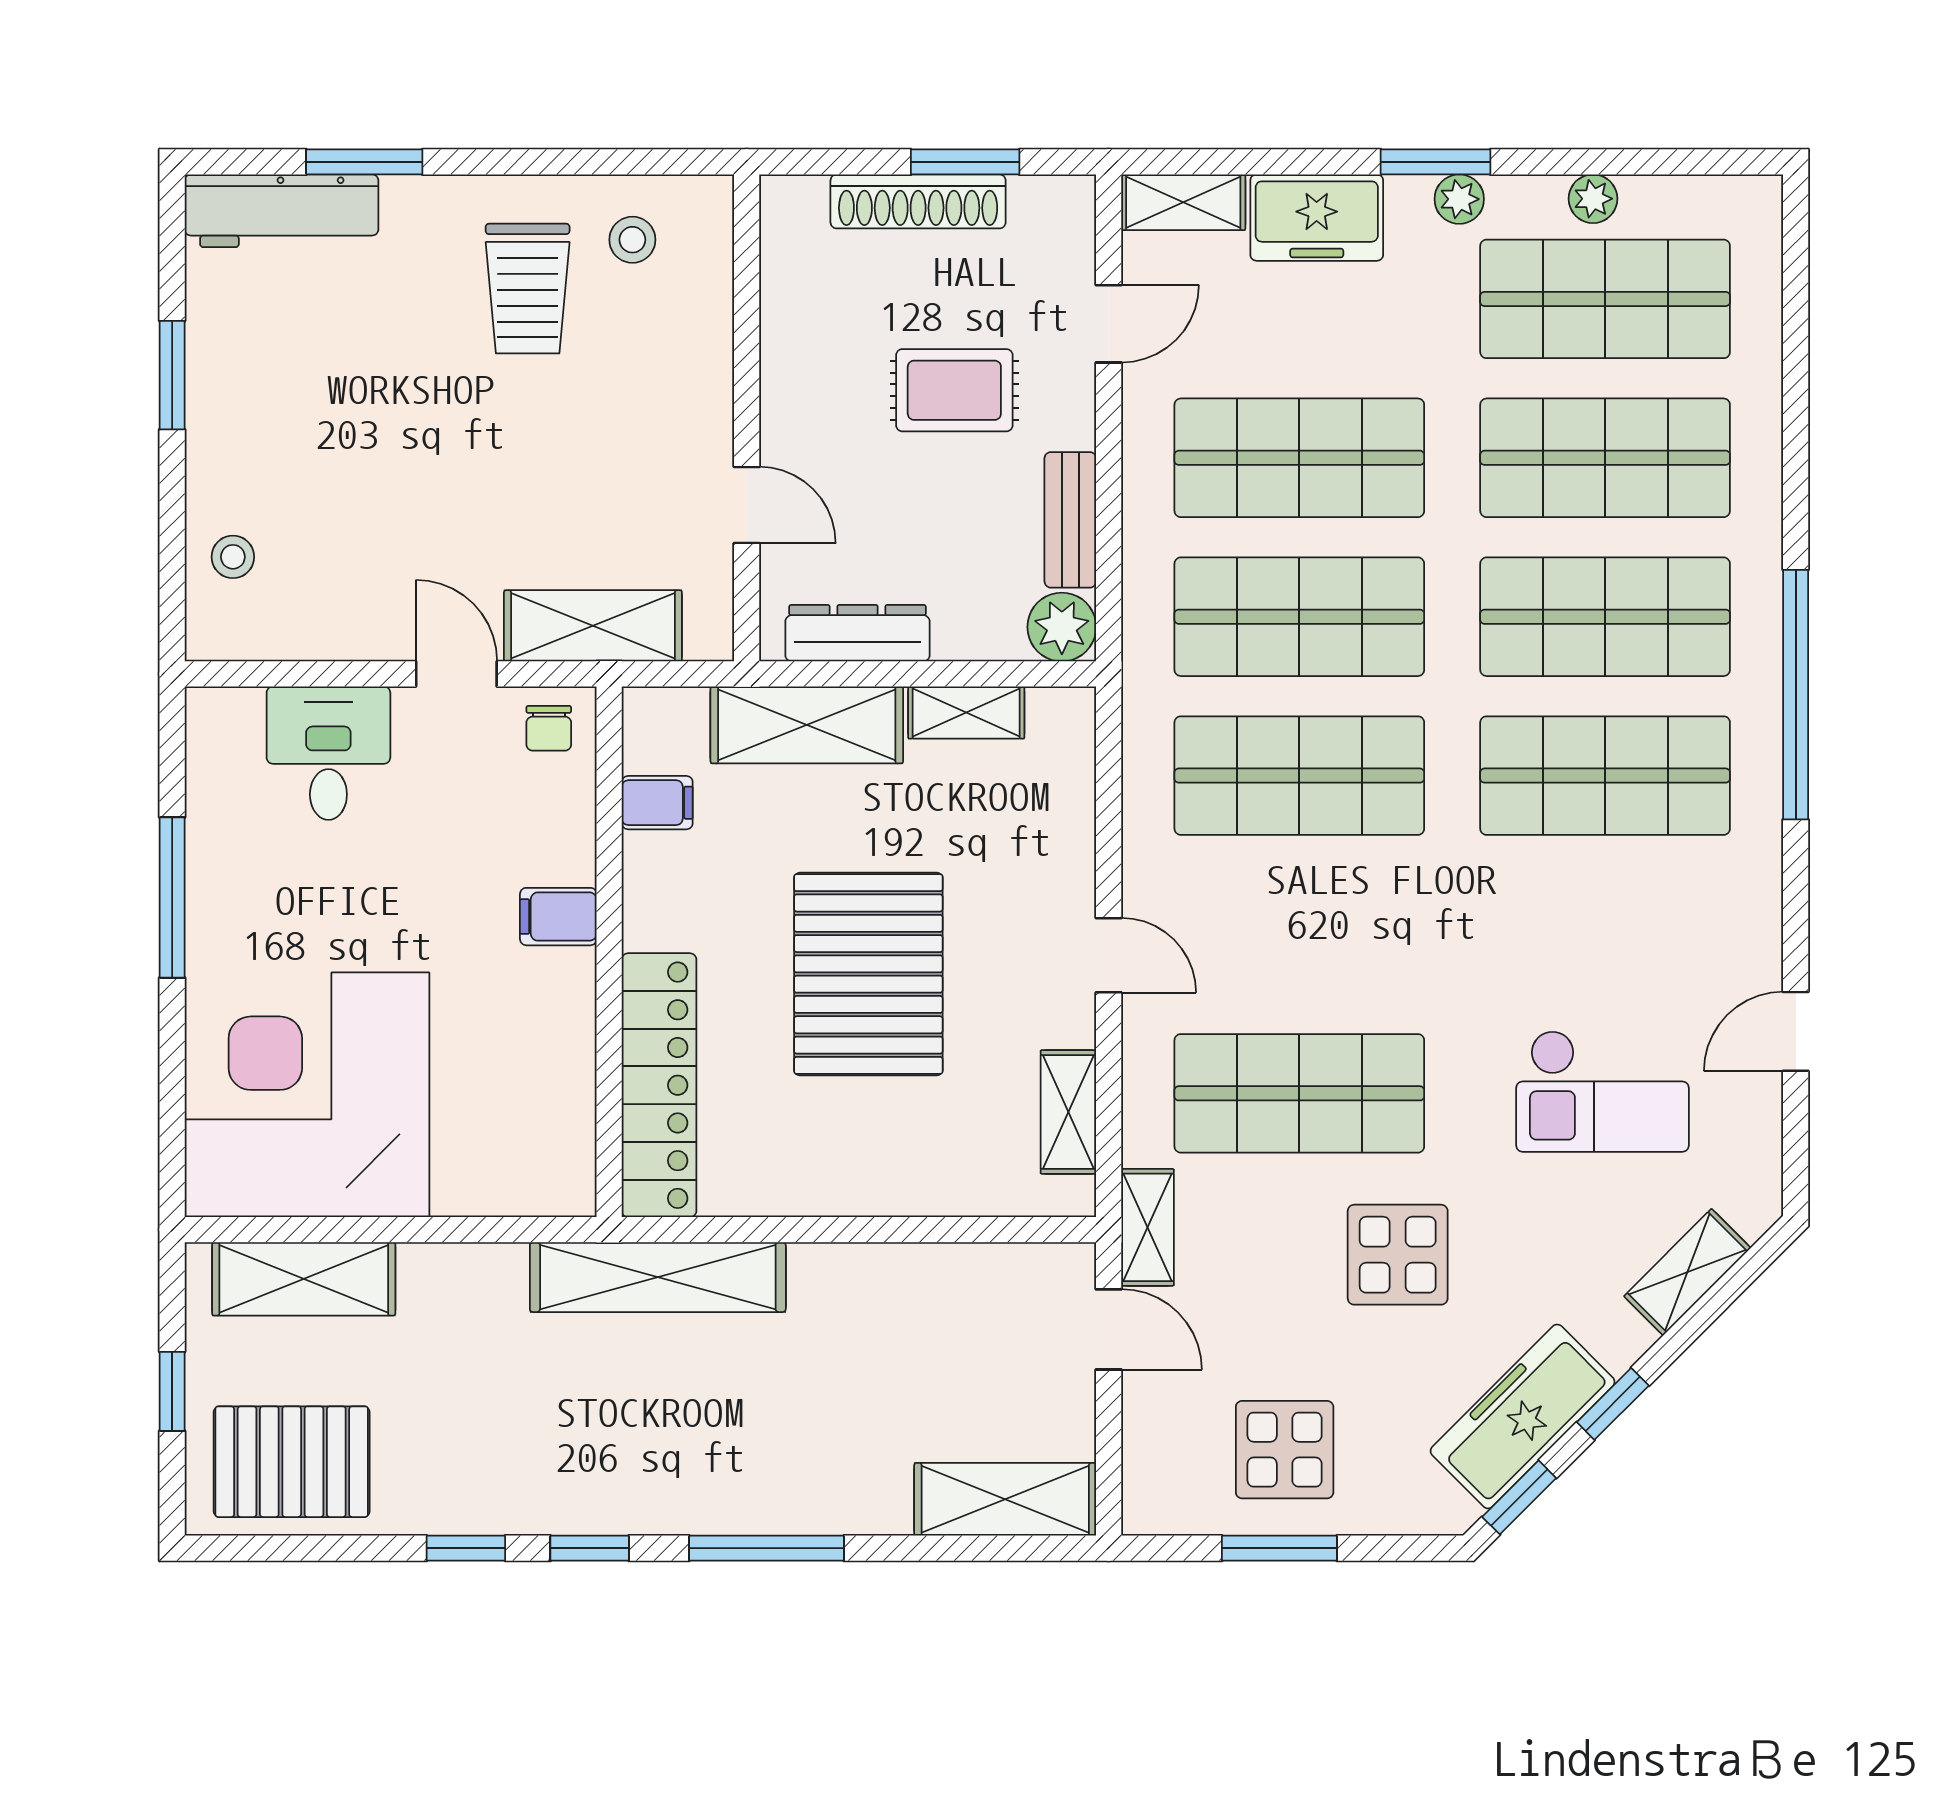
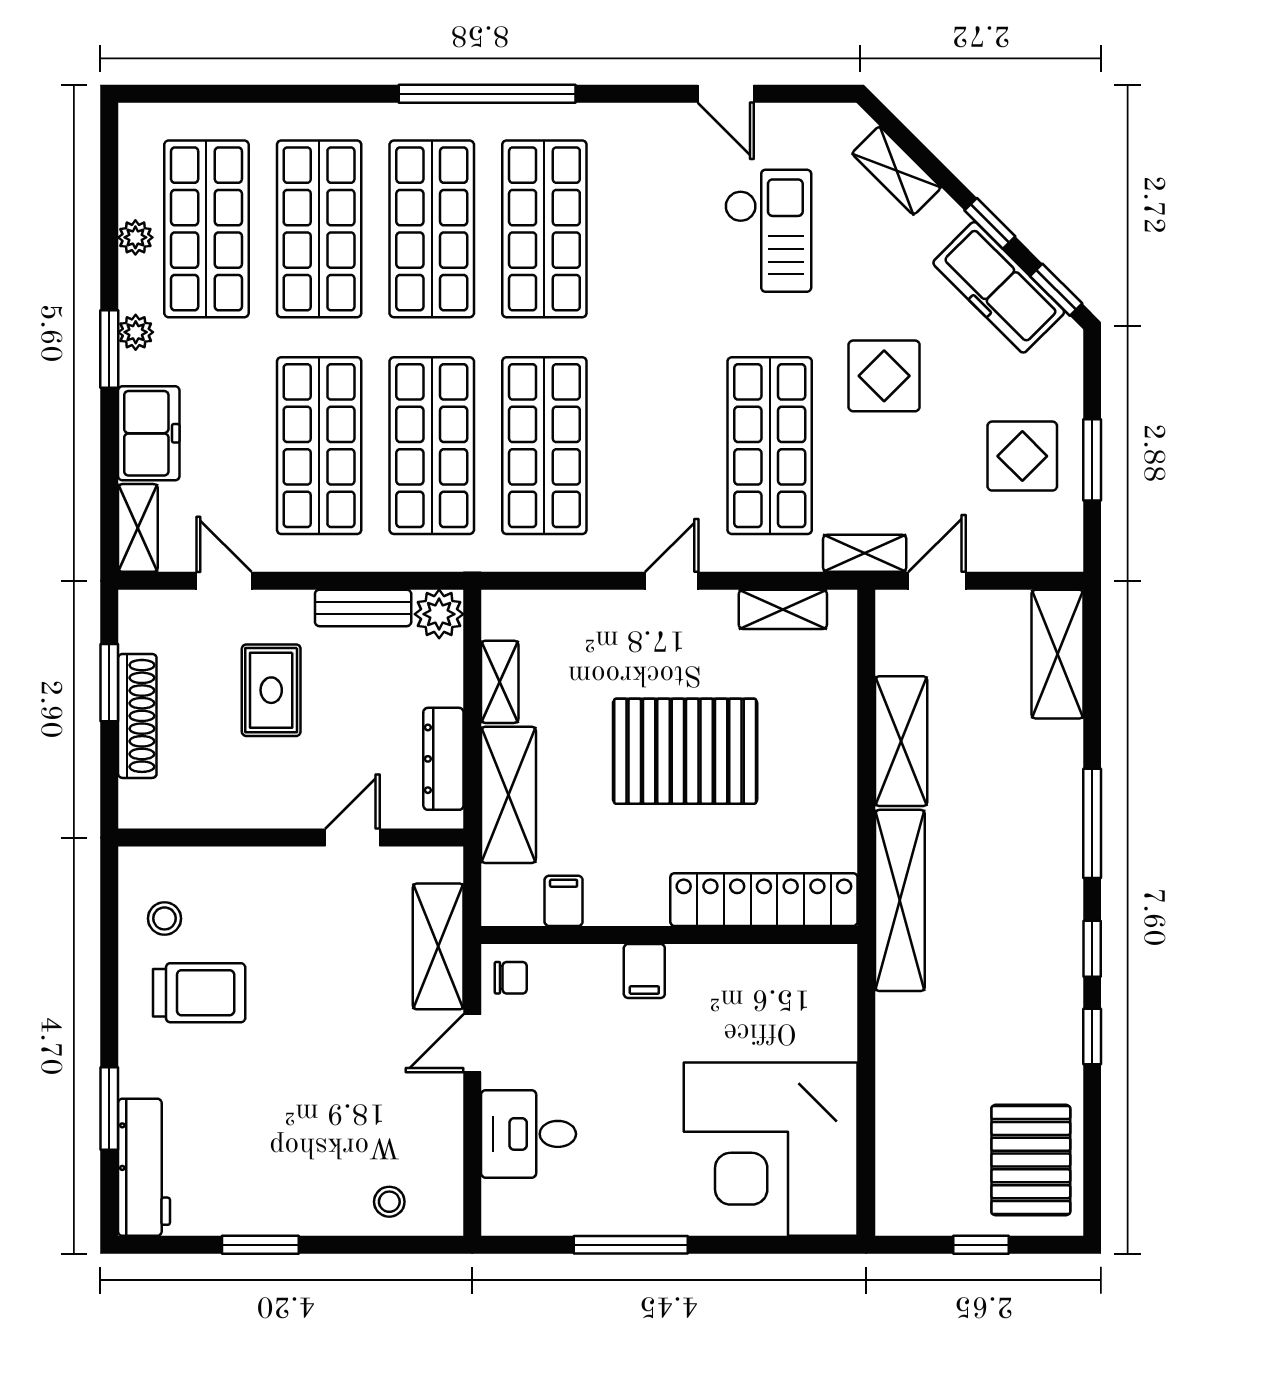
shelving: (304, 1279) -> (901, 741), moved

